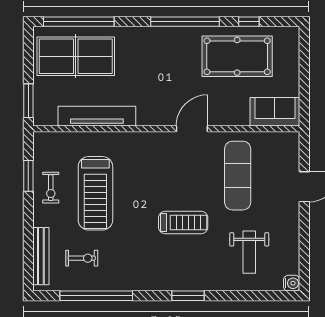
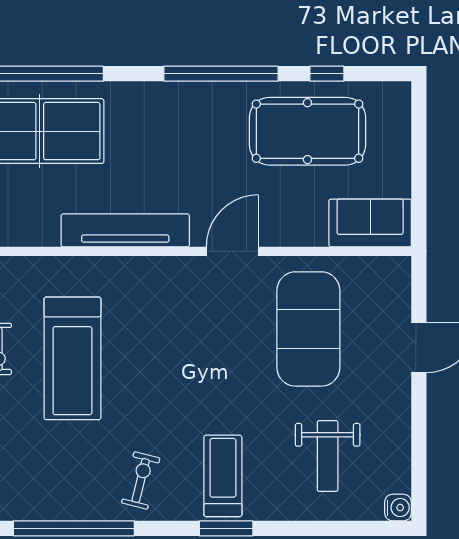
tv unit: (97, 116) -> (125, 230), moved
exercise mat: (238, 176) -> (308, 329), width x1.47
treadmill: (183, 222) -> (223, 476), moved, turned -90
exercise bike: (82, 258) -> (141, 480), moved, turned -76

